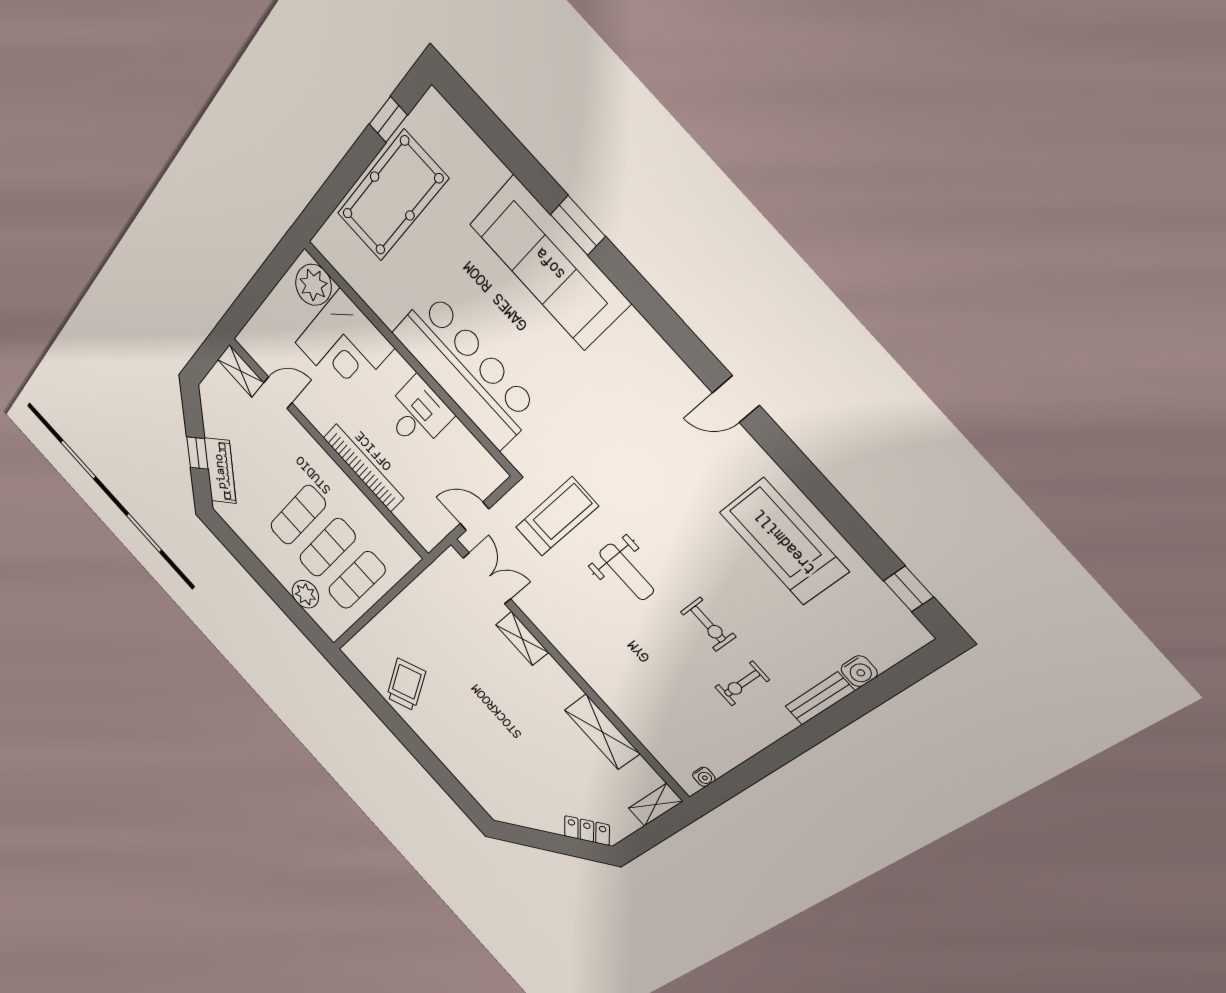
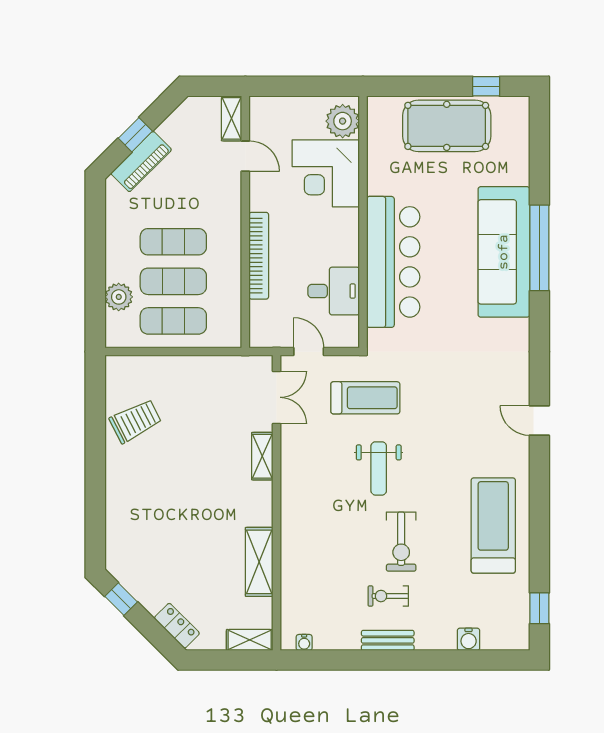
window: (578, 225) -> (539, 248), width x2.11
desk: (417, 414) -> (334, 291), moved
exercise bike: (708, 624) -> (401, 542), width x1.38, depth x1.39
bench: (820, 699) -> (388, 640), moved
window: (526, 836) -> (121, 599), added

